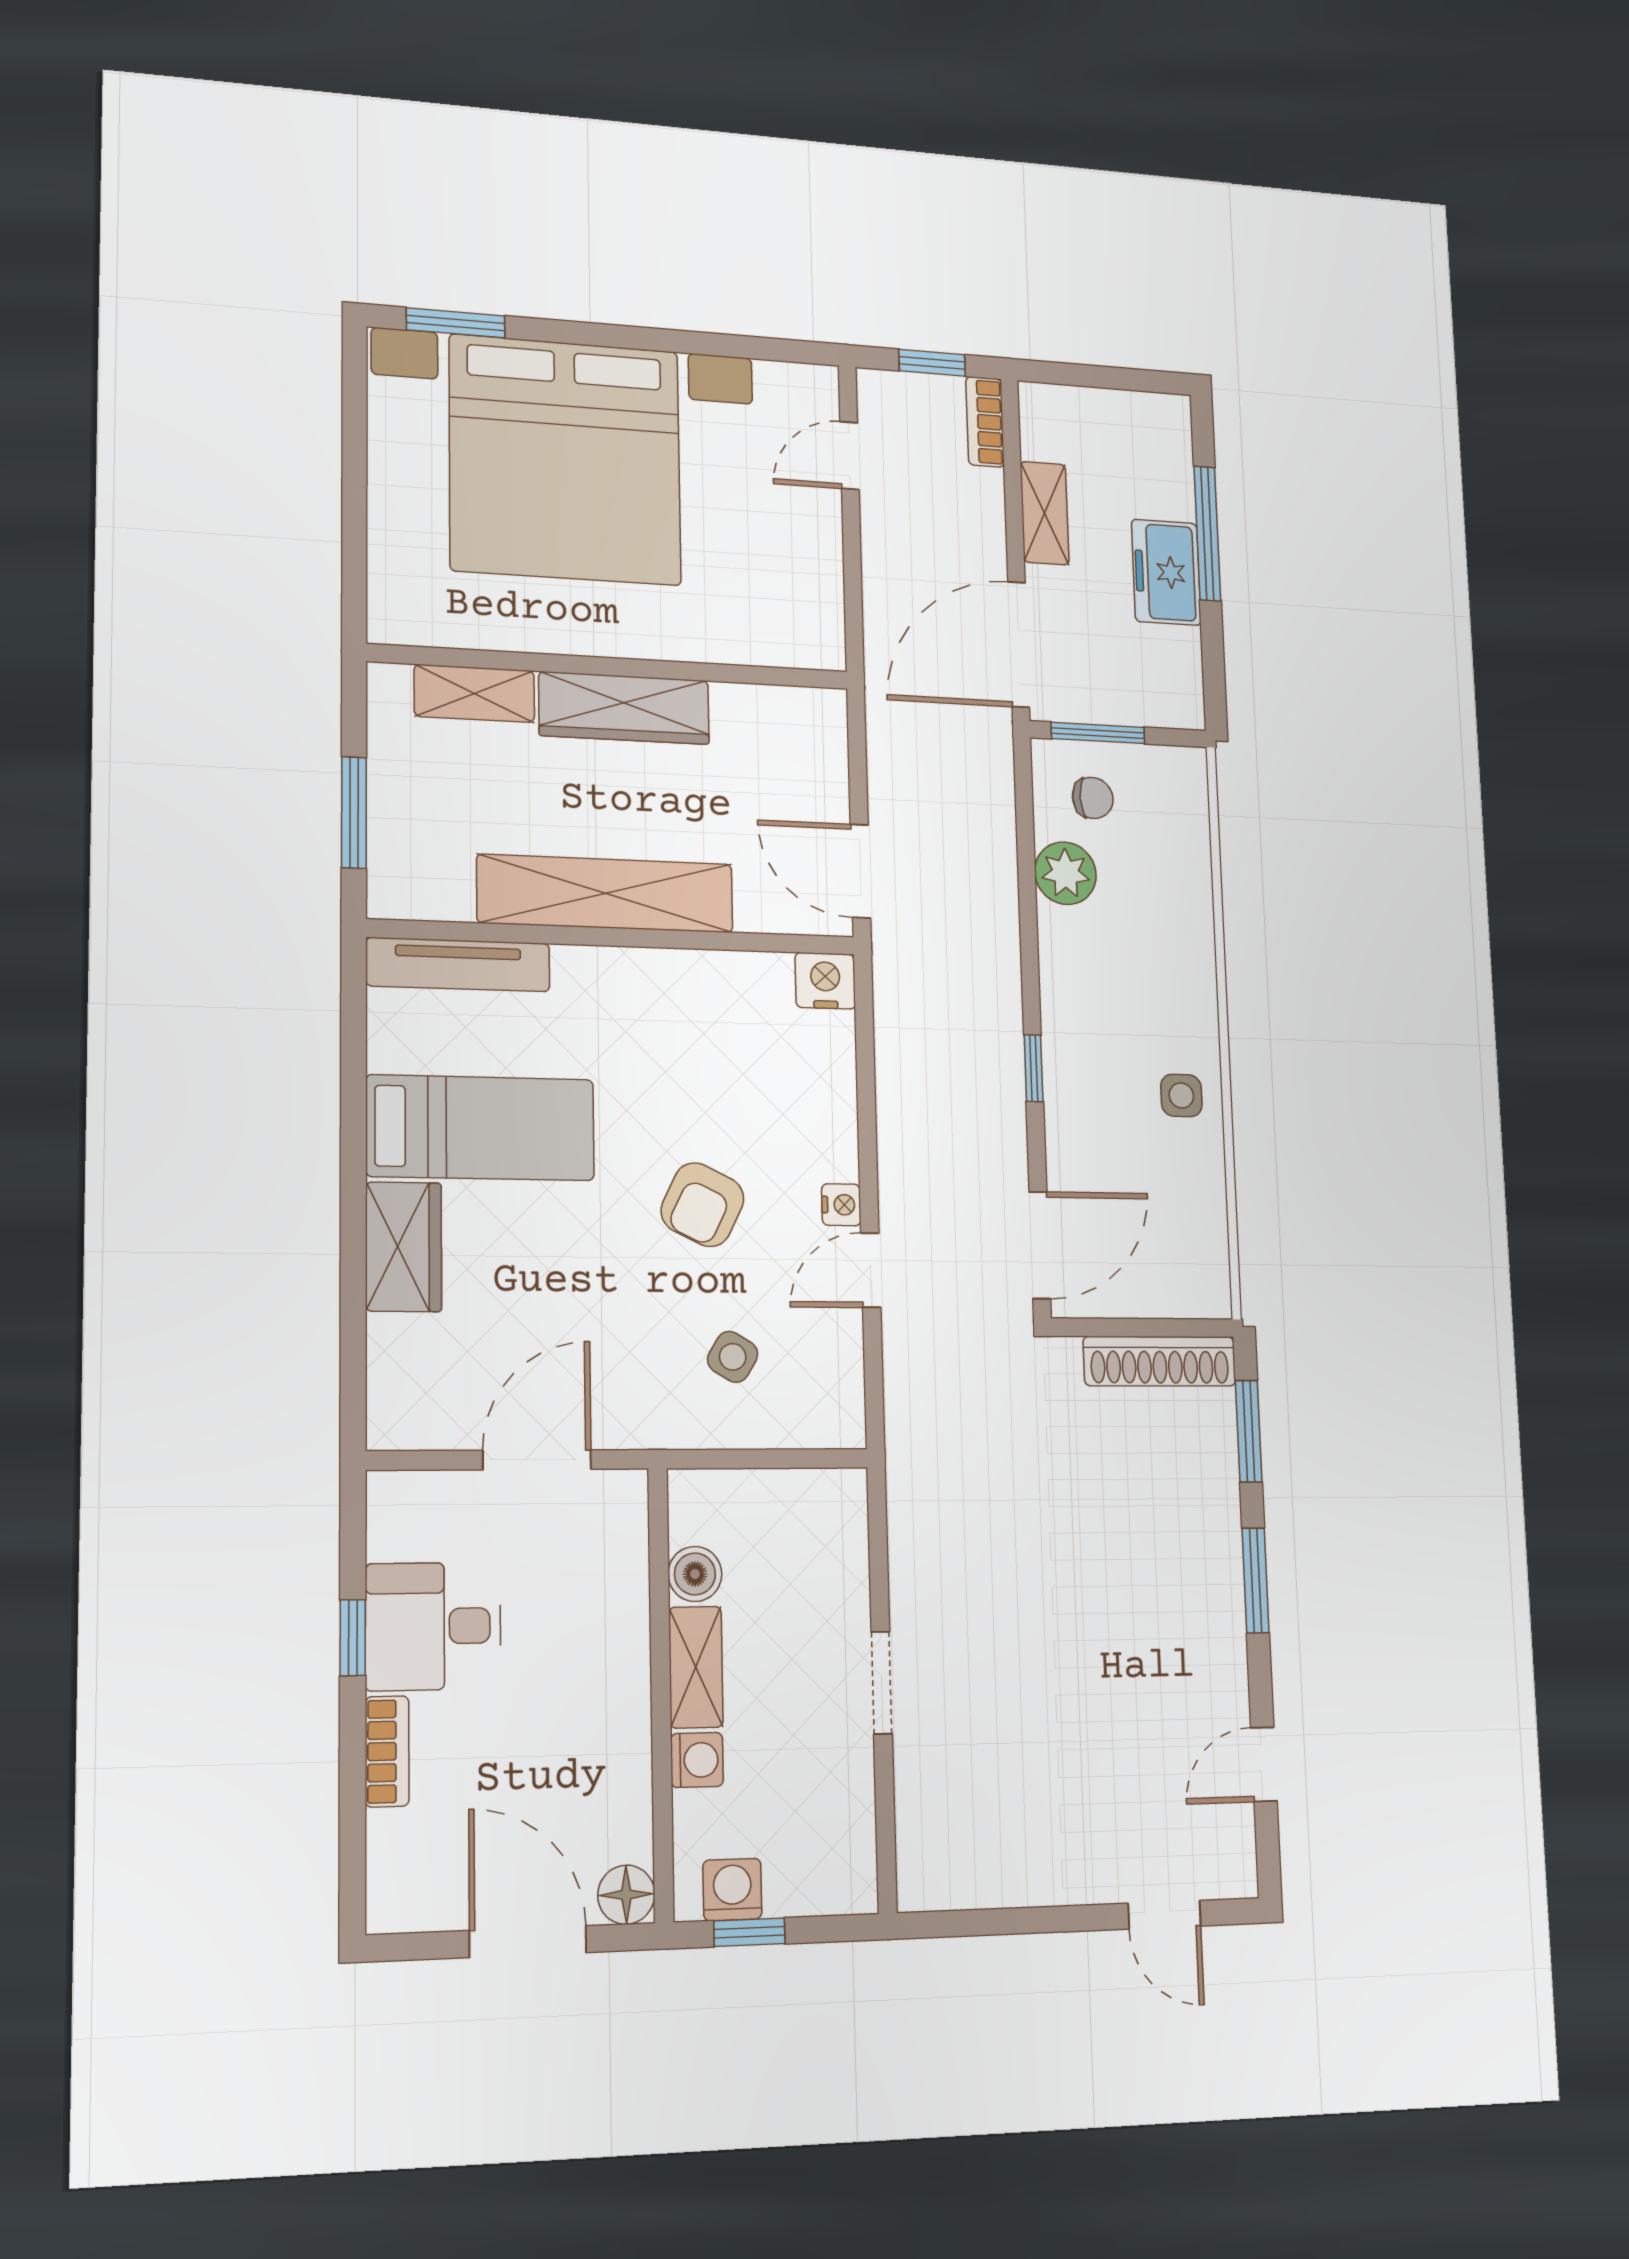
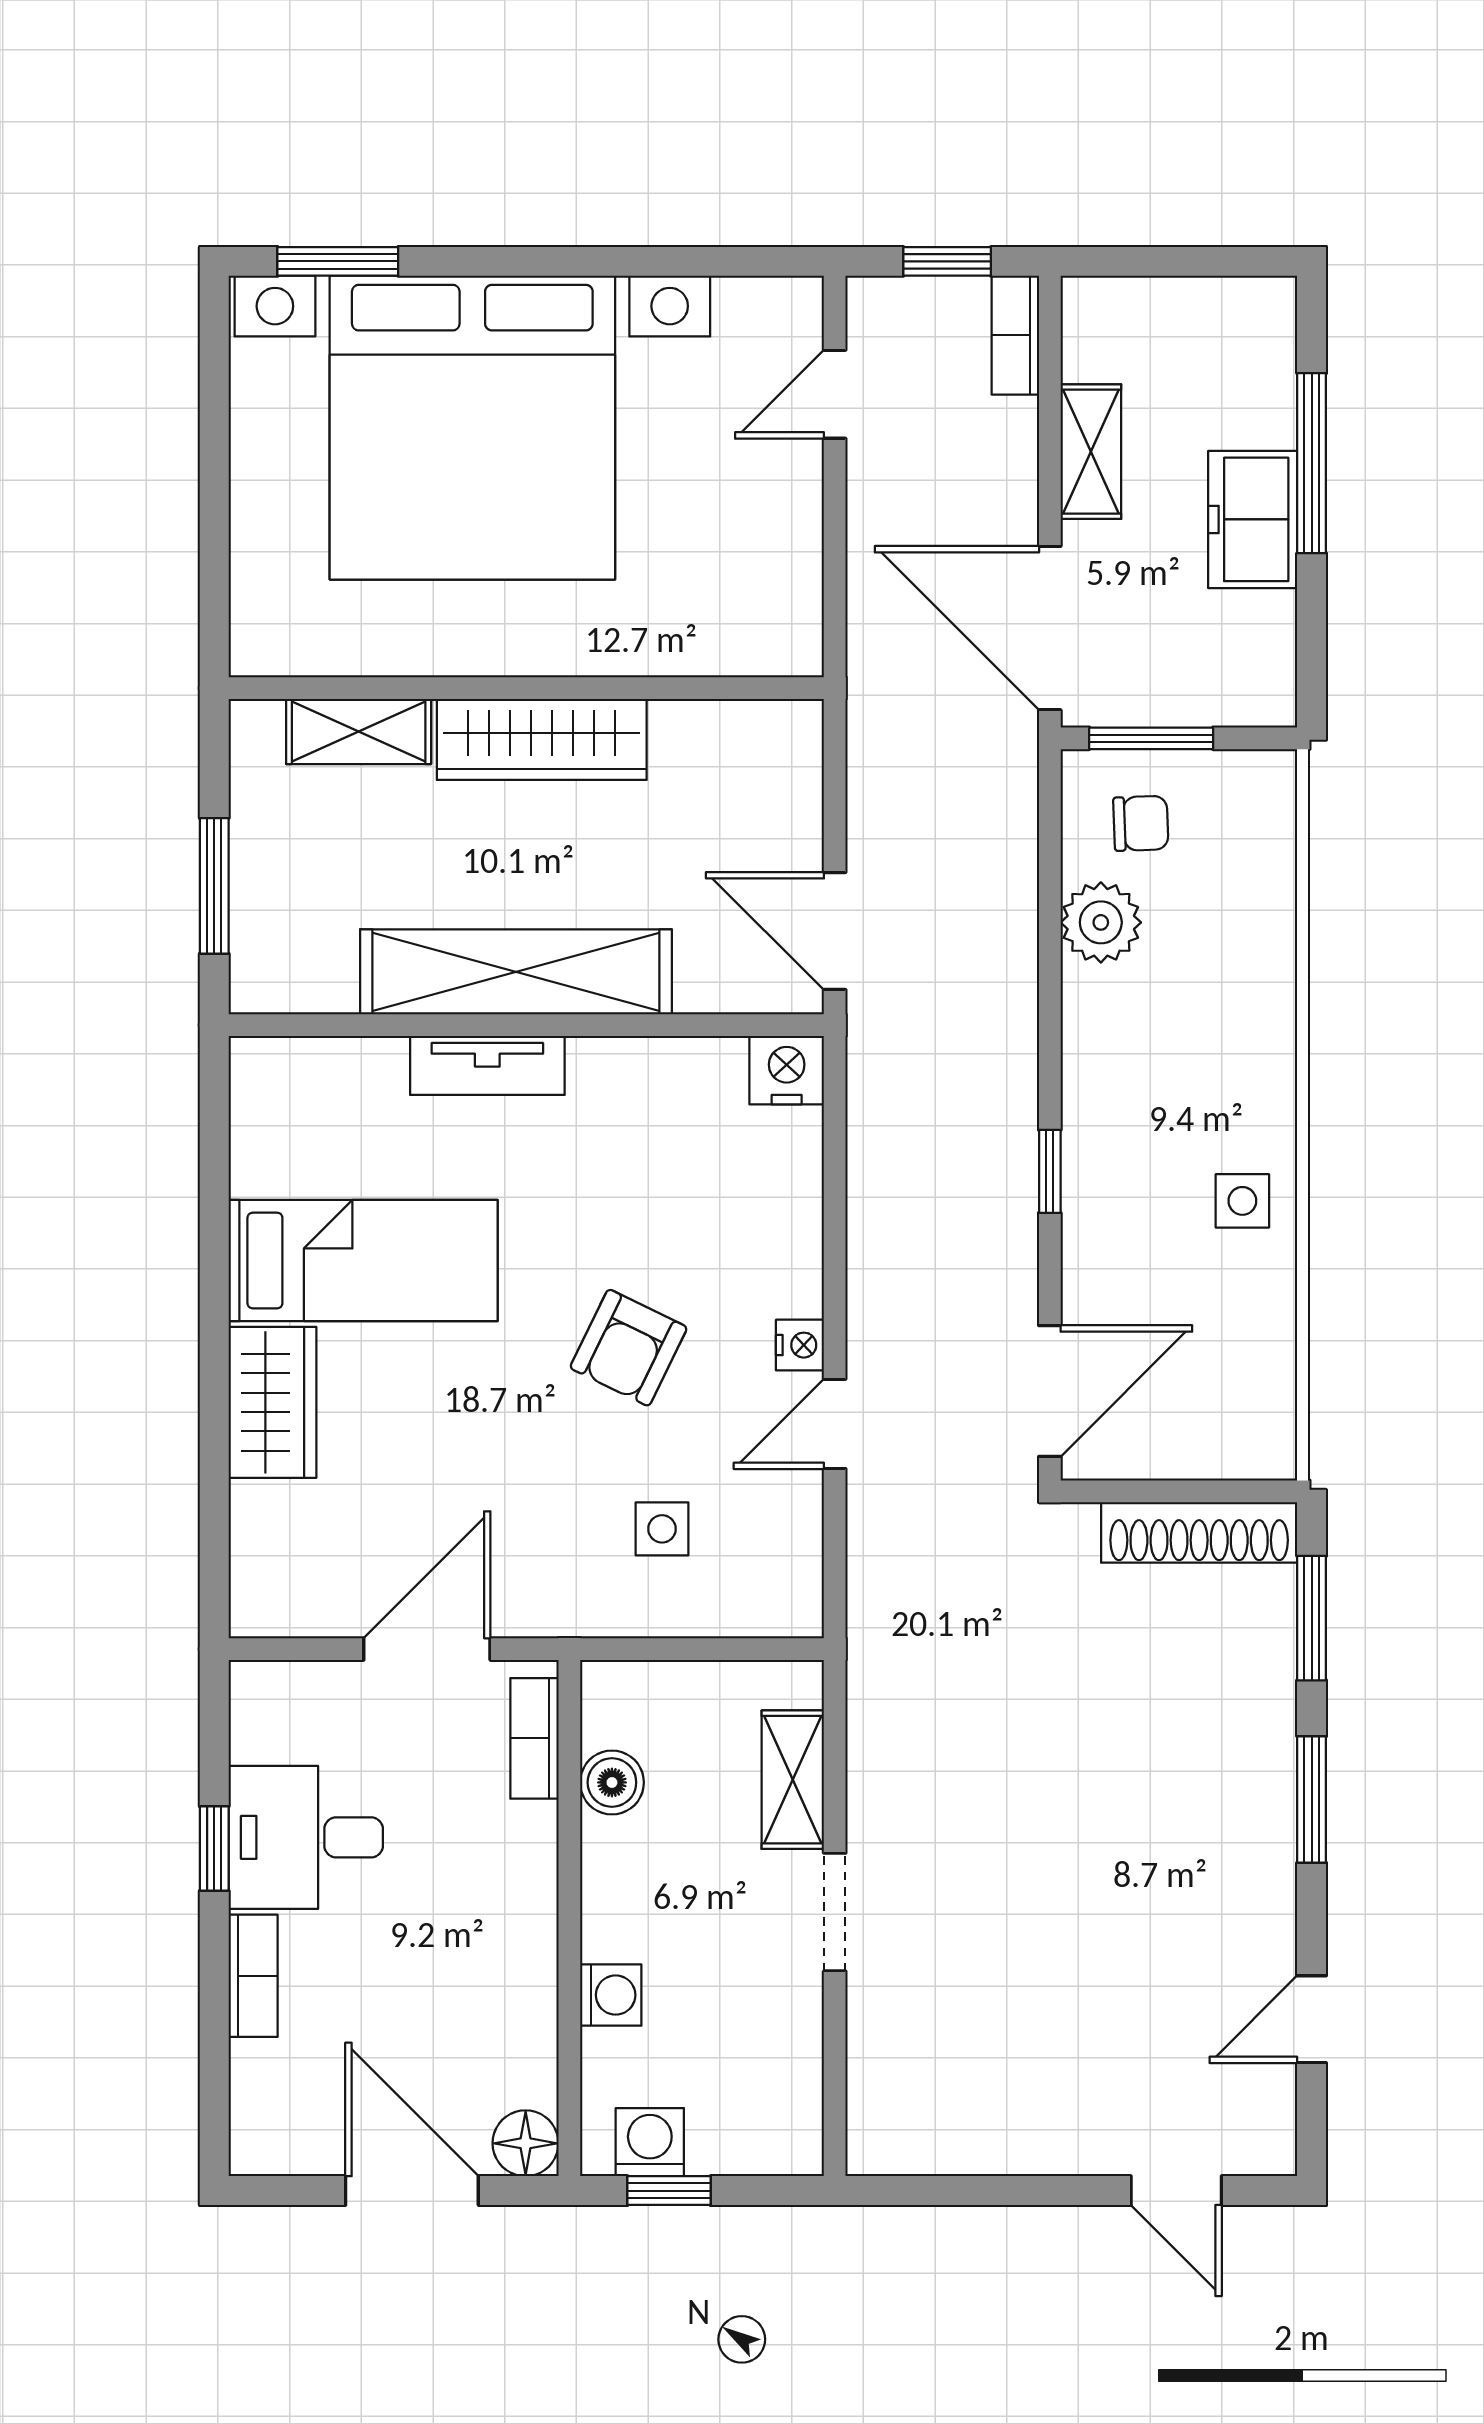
door: (1019, 644) -> (1050, 628), hinge flipped
tv unit: (458, 965) -> (487, 1065), moved, width x0.71
side table: (733, 1357) -> (662, 1529), turned -31
bookcase: (629, 1537) -> (534, 1738), added
shelving: (696, 1667) -> (793, 1780), moved

